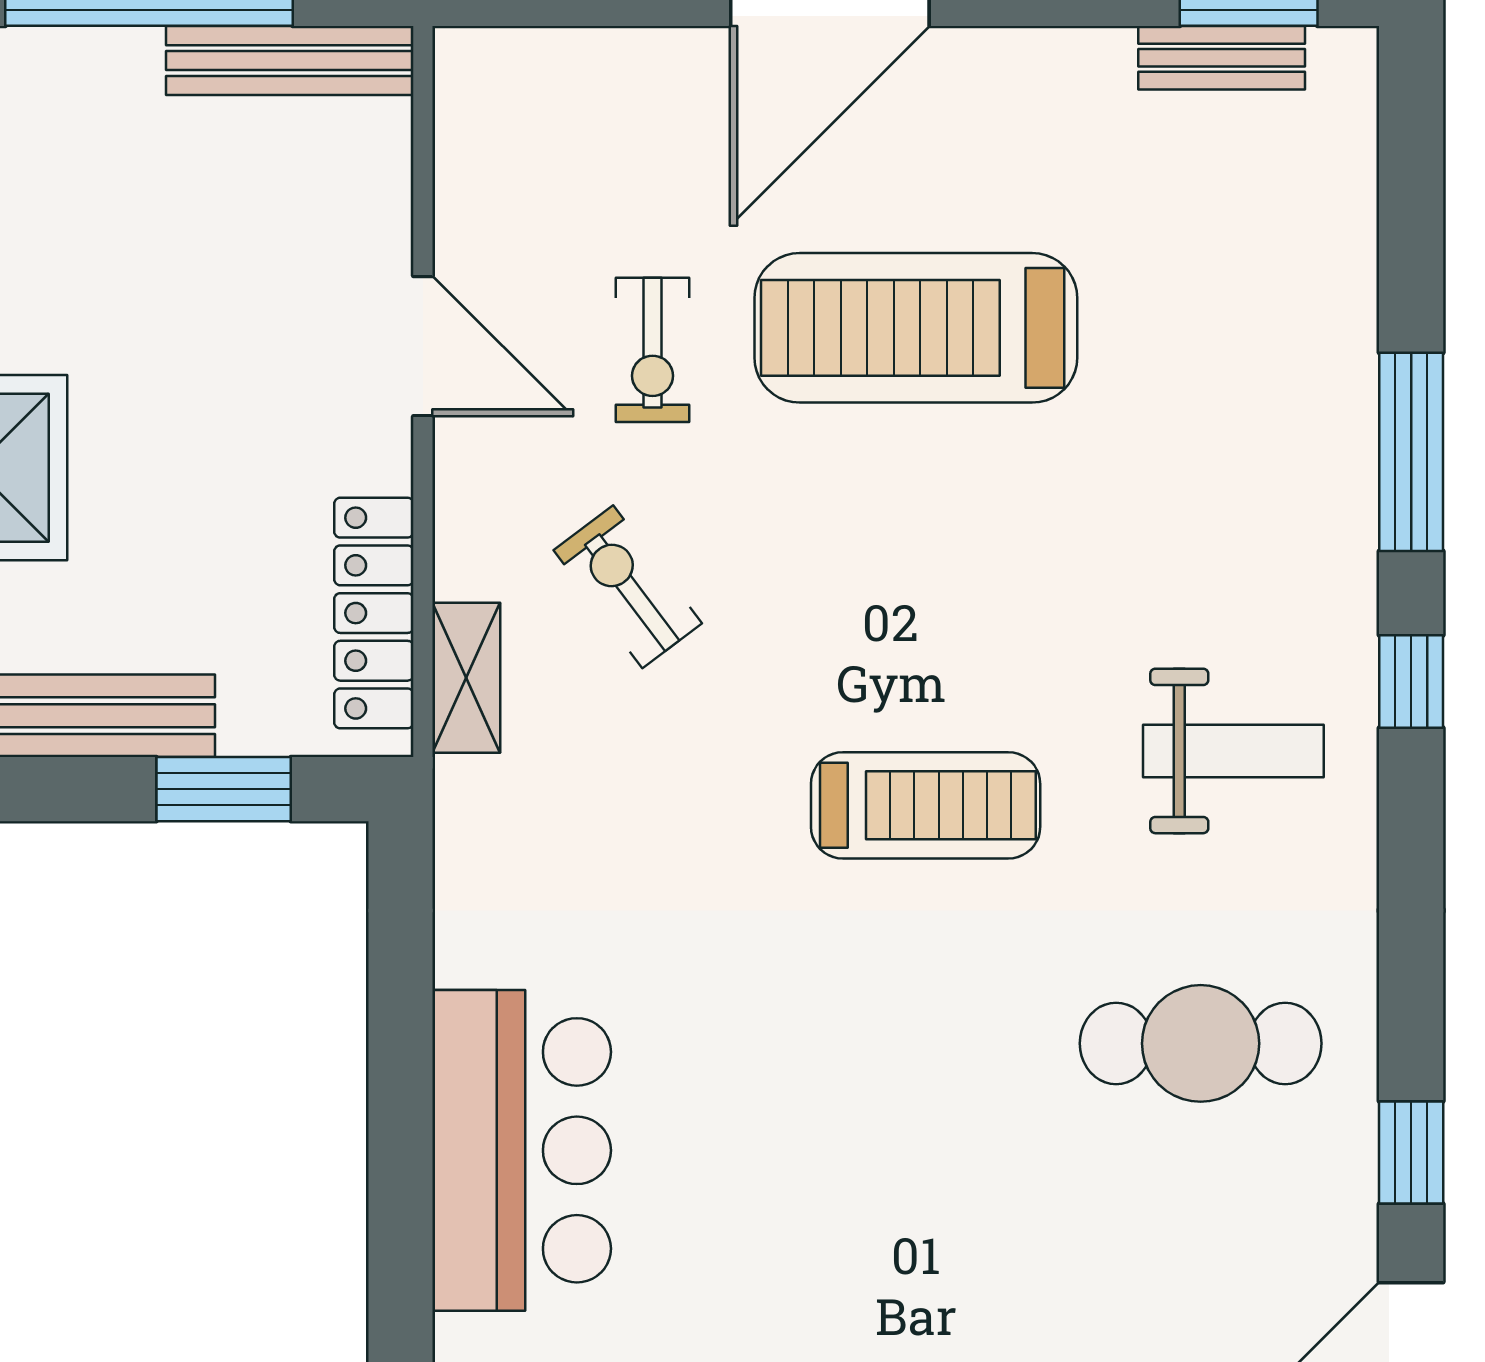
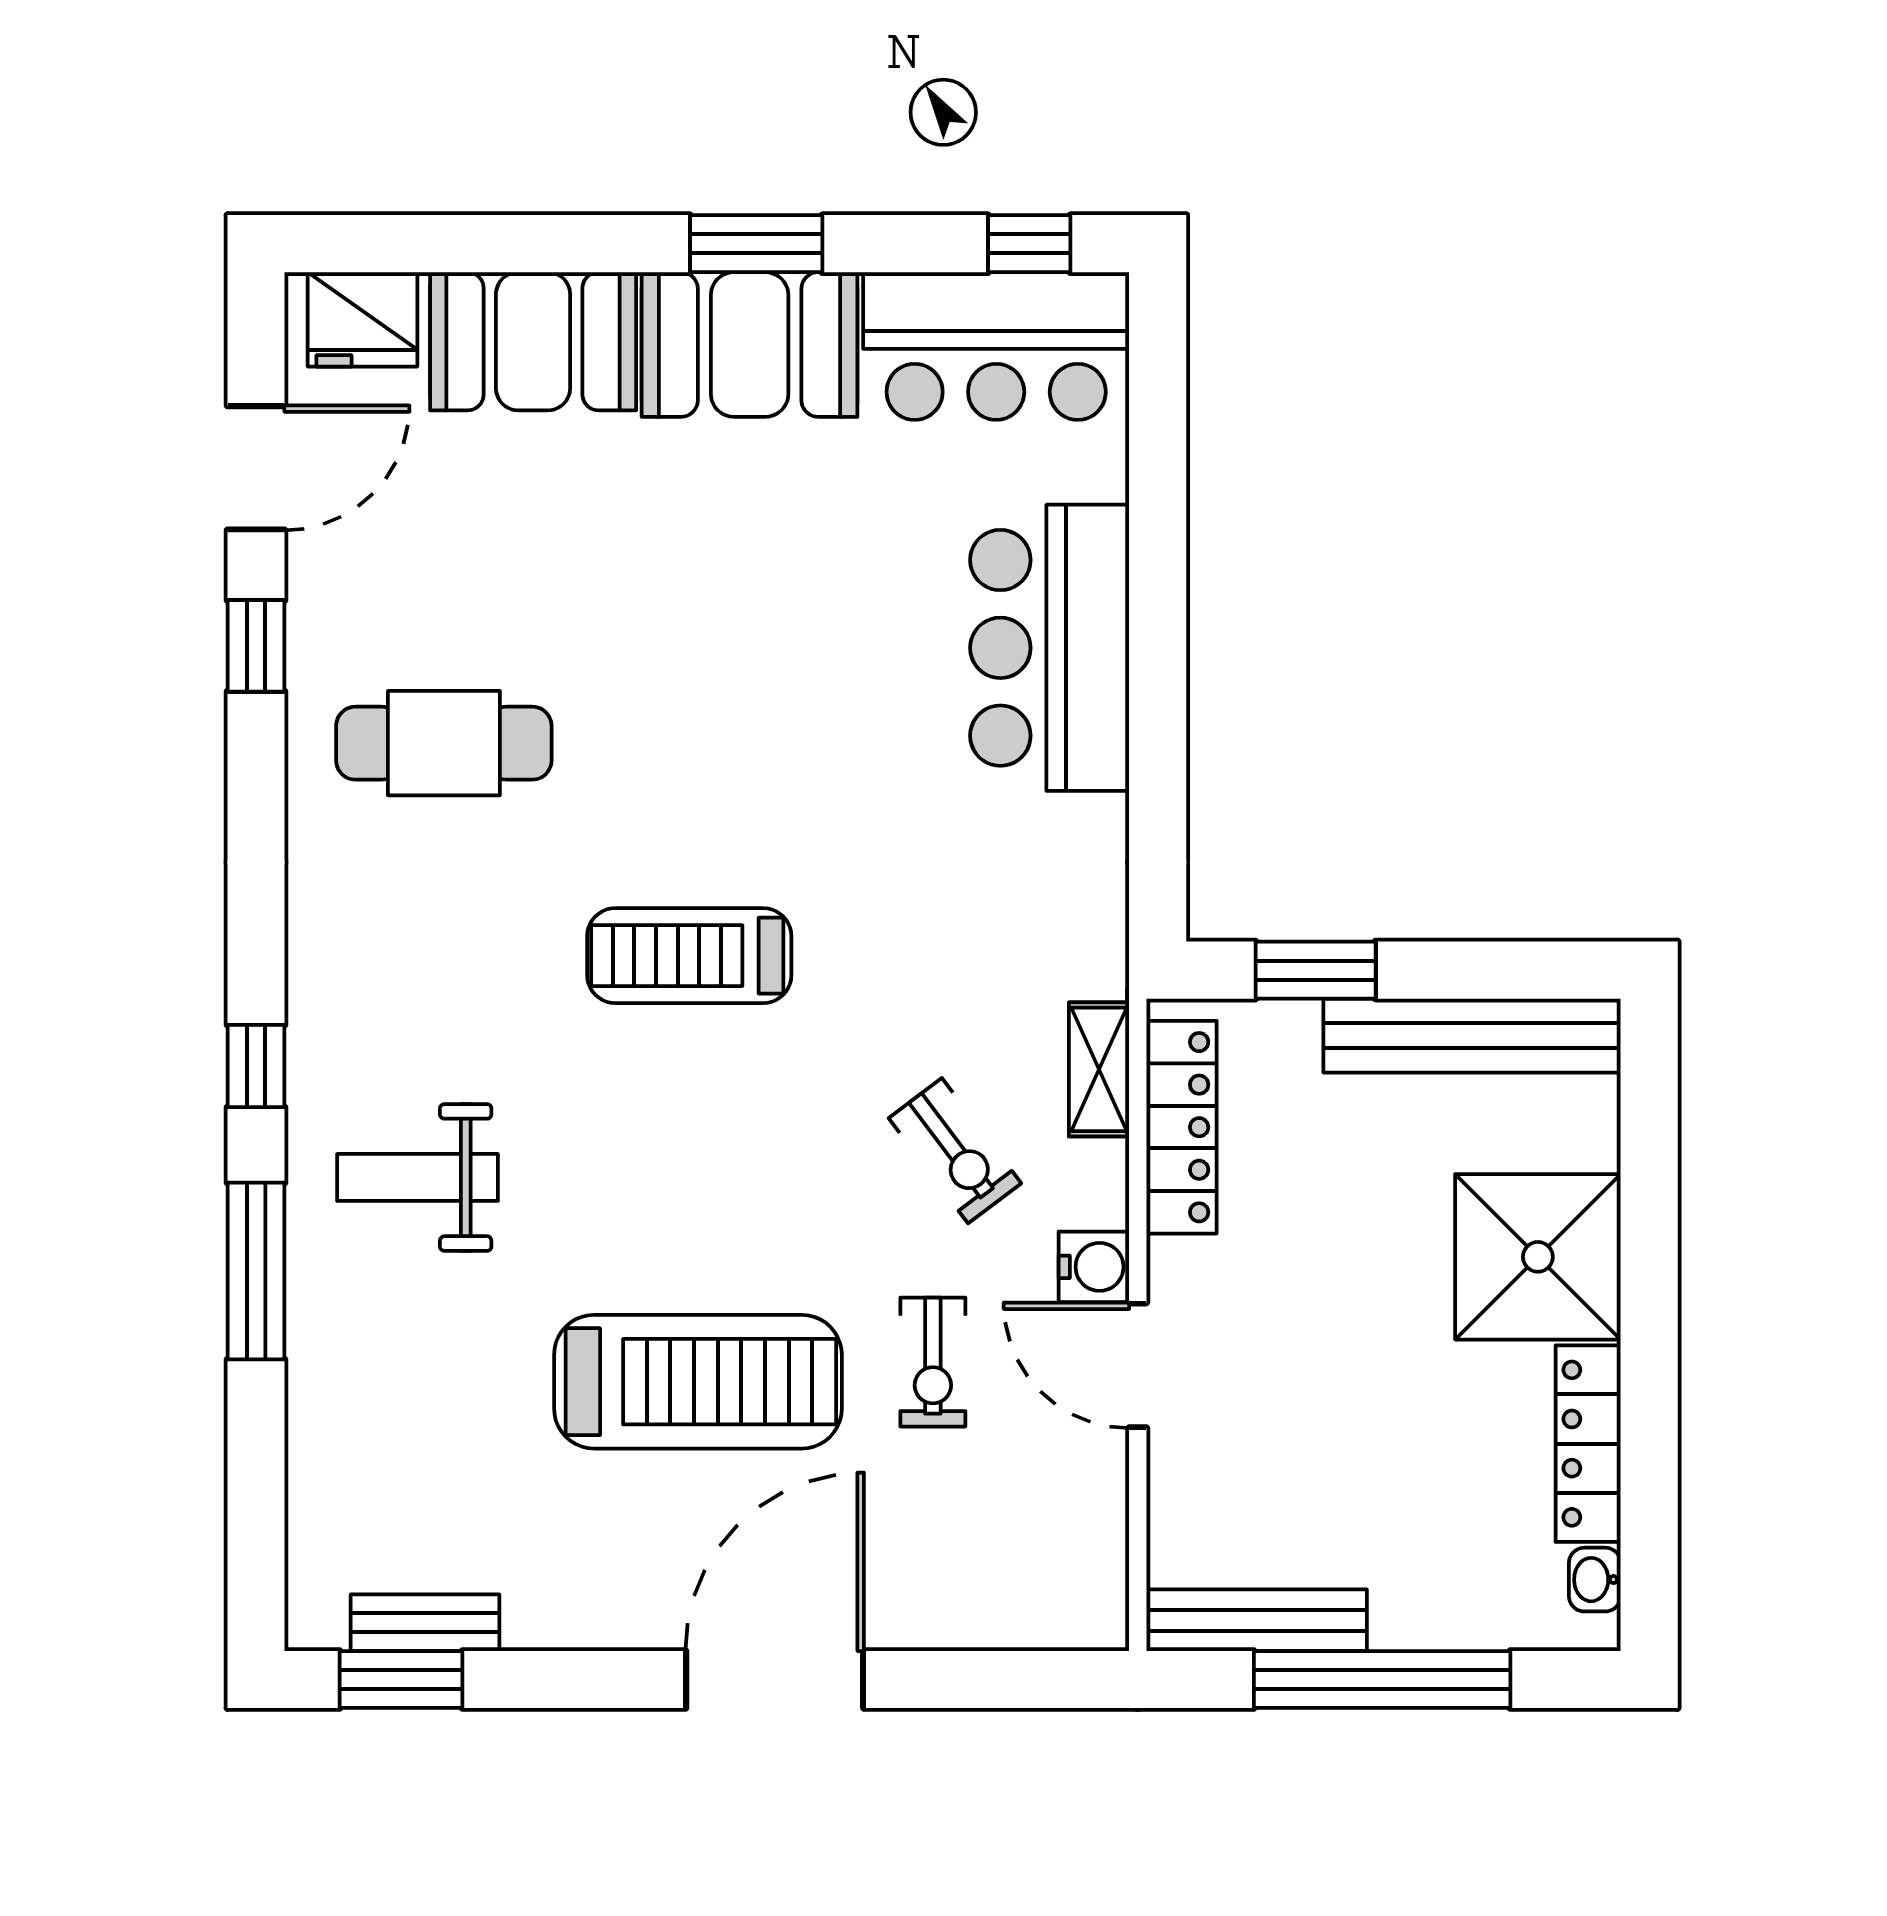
exercise bike: (653, 350) -> (933, 1362), turned 180
water cooler: (472, 457) -> (1094, 1267), added
weight bench: (1233, 751) -> (417, 1177), moved

